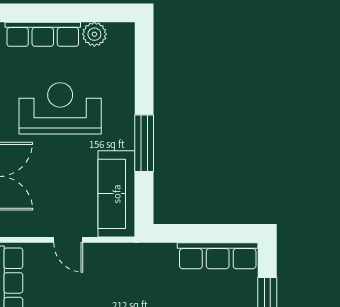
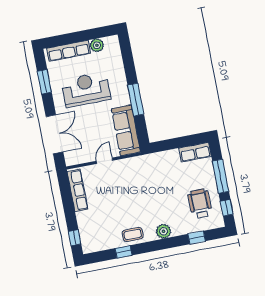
door: (68, 240) -> (104, 161), swing flipped
row of seats: (218, 256) -> (195, 152), width x0.68

